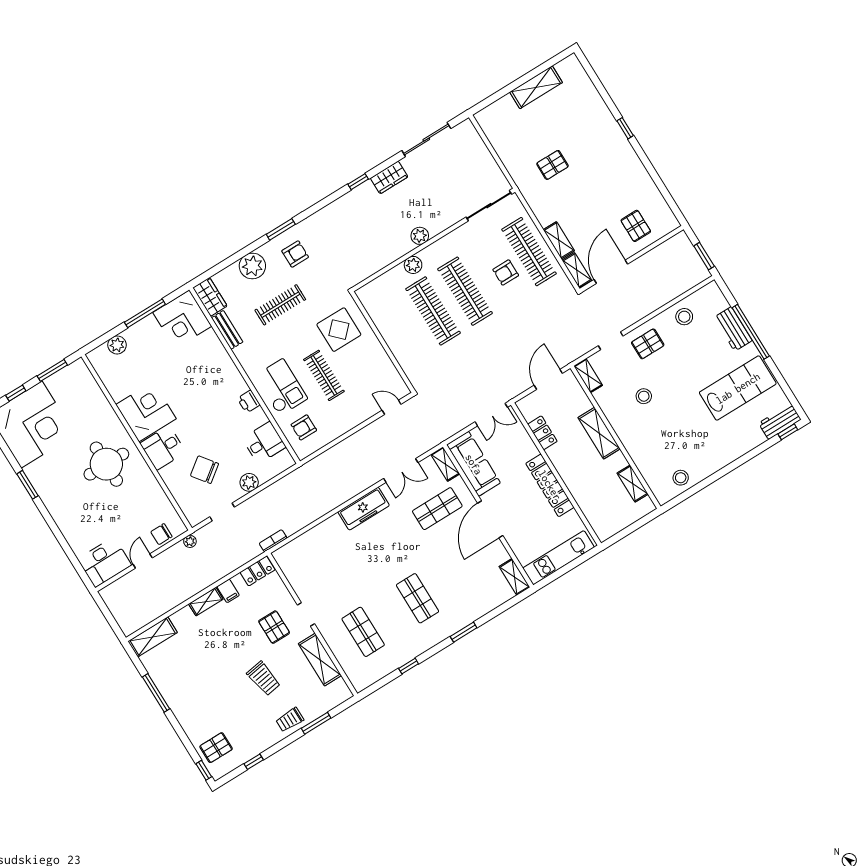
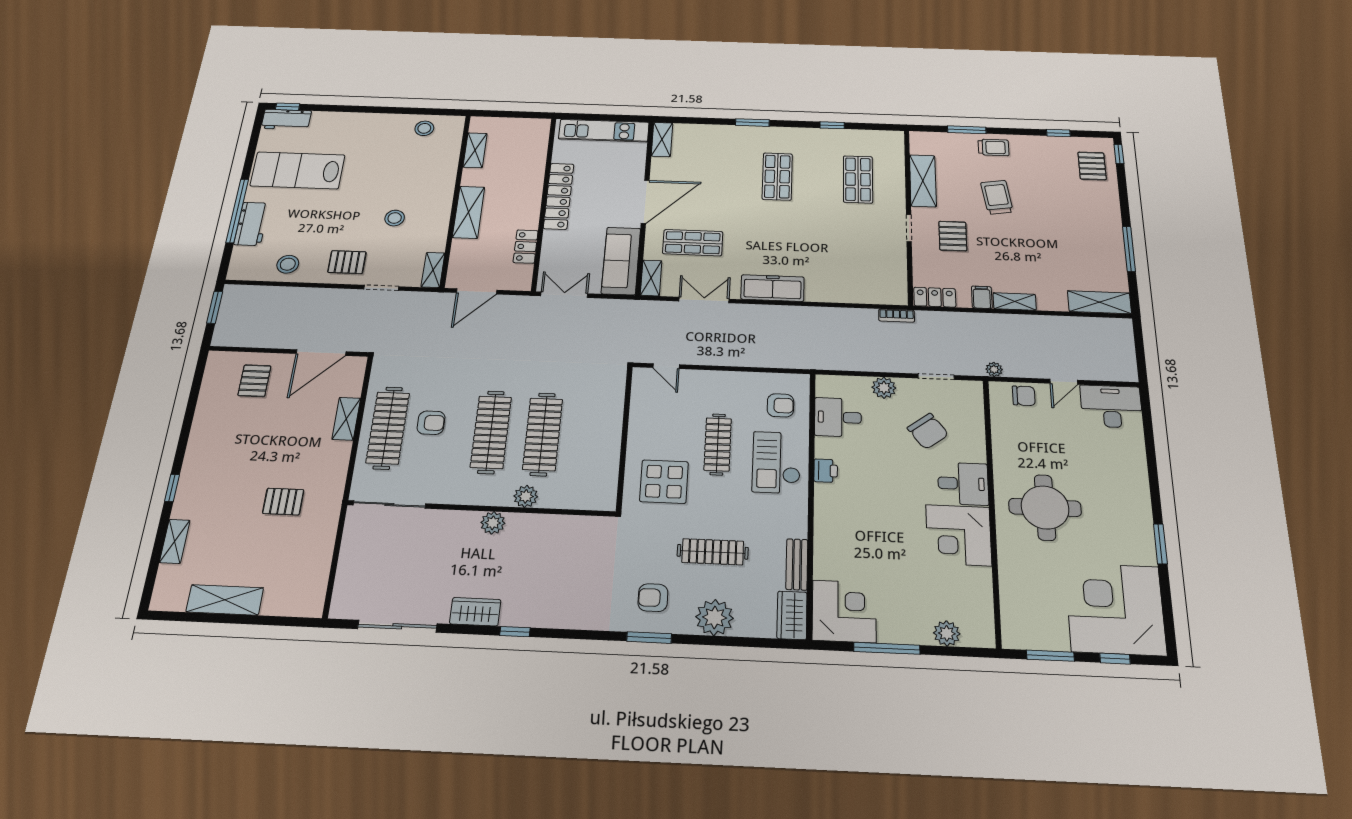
shelving: (577, 270) -> (175, 541), moved
pallet: (216, 748) -> (1092, 166), turned 90

